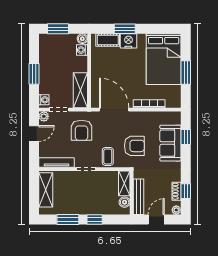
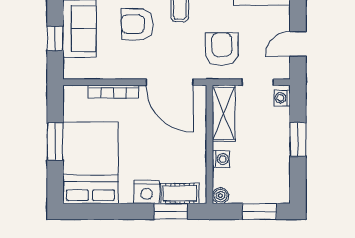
window: (125, 29) -> (171, 211), moved
washing machine: (82, 50) -> (221, 159), moved
plant: (44, 116) -> (282, 71), removed

